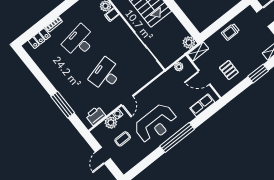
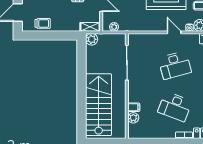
trolley: (230, 32) -> (43, 23), moved
desk: (79, 41) -> (175, 107), turned 30
door: (127, 101) -> (174, 32), hinge flipped

